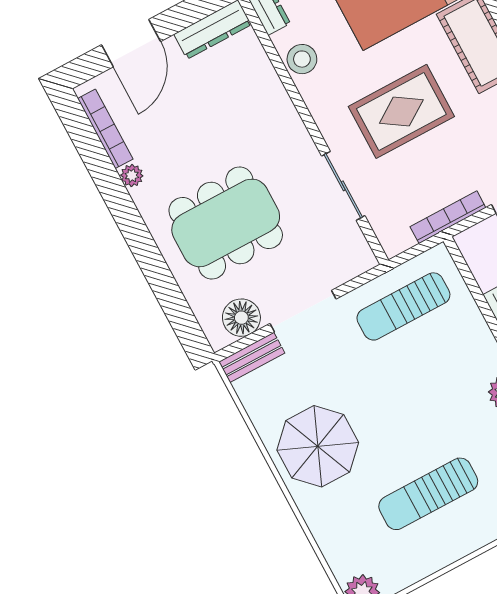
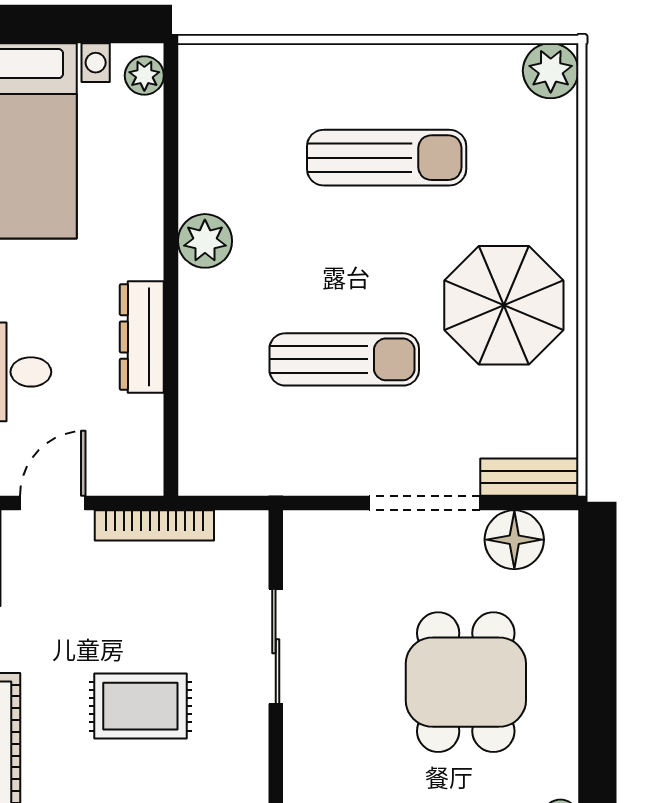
rug: (401, 111) -> (140, 706), width x0.73, depth x0.70
dining table: (226, 223) -> (466, 682), width x0.73
sun lounger: (403, 306) -> (344, 359), moved

